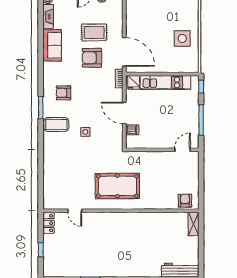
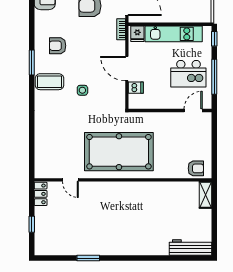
kitchen island: (179, 117) -> (188, 74), added
pool table: (117, 186) -> (119, 152), width x1.36, depth x1.32
armchair: (185, 201) -> (196, 168), turned 90

